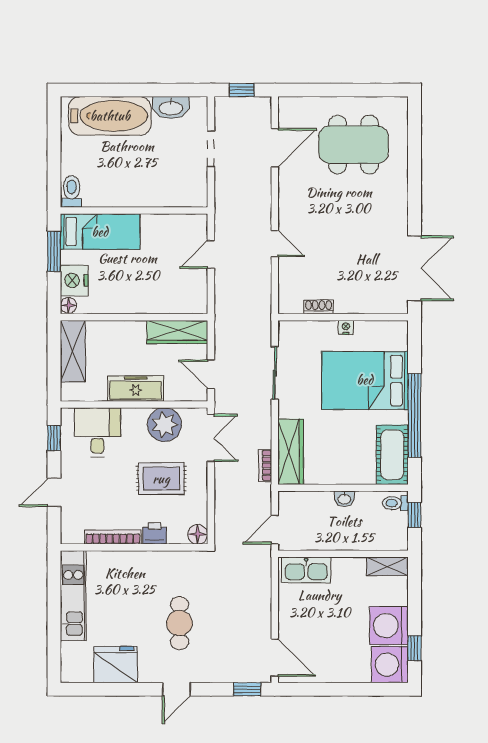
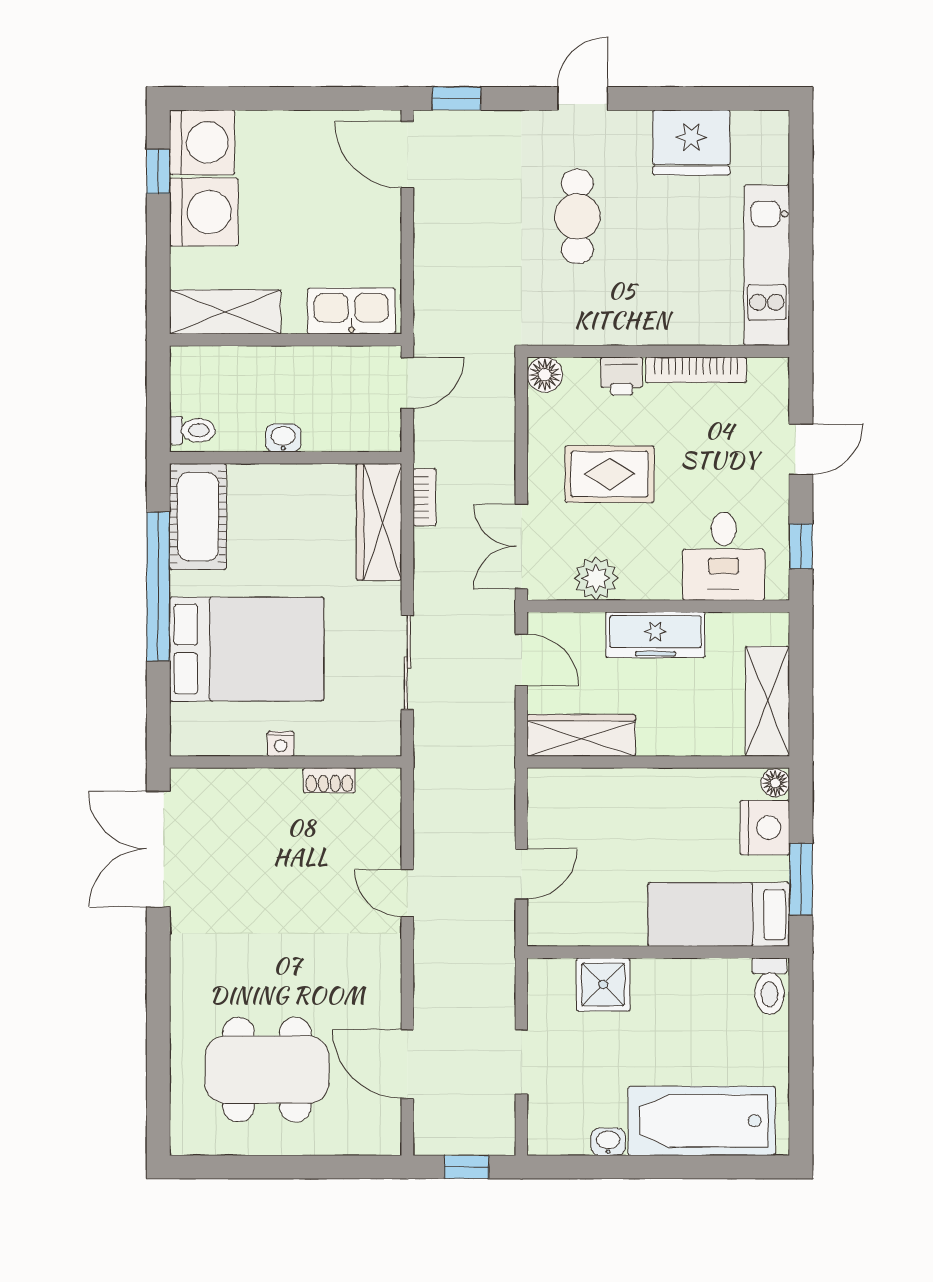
washbasin: (171, 108) -> (608, 1142), width x0.52, depth x0.69
door: (275, 148) -> (407, 1064), hinge flipped
shower: (165, 192) -> (603, 984), added
plant: (164, 425) -> (596, 578), width x0.73, depth x0.73
window: (414, 515) -> (158, 409), removed
shelving: (387, 566) -> (225, 312), width x1.50, depth x1.33

